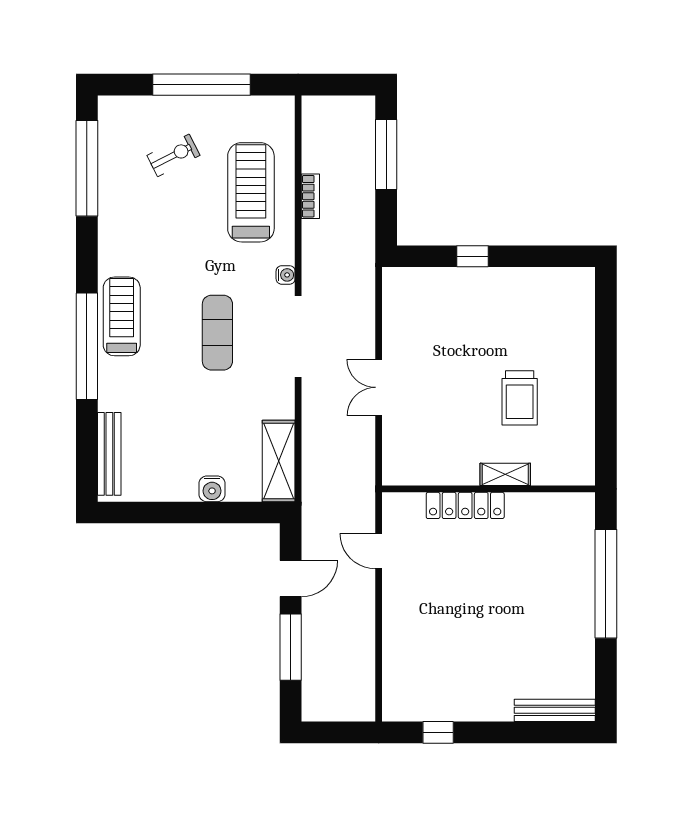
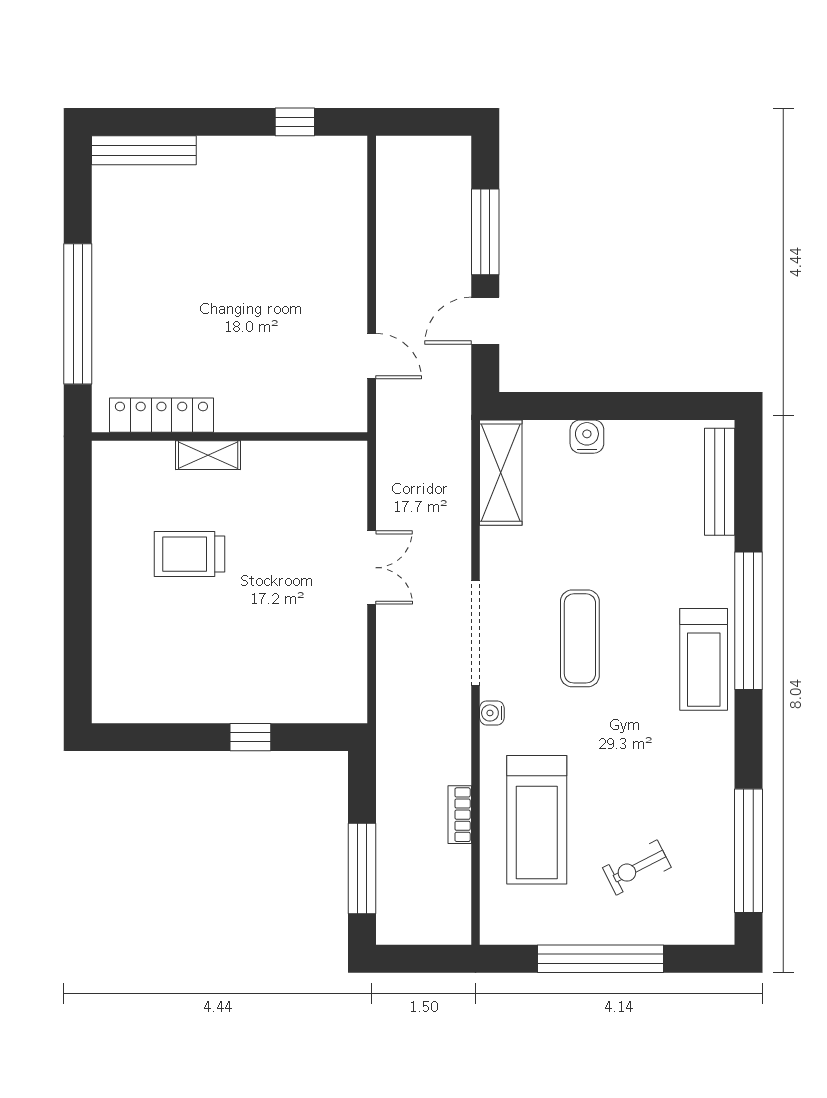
trolley: (520, 398) -> (189, 554), turned -90
locker: (465, 505) -> (161, 415), moved

